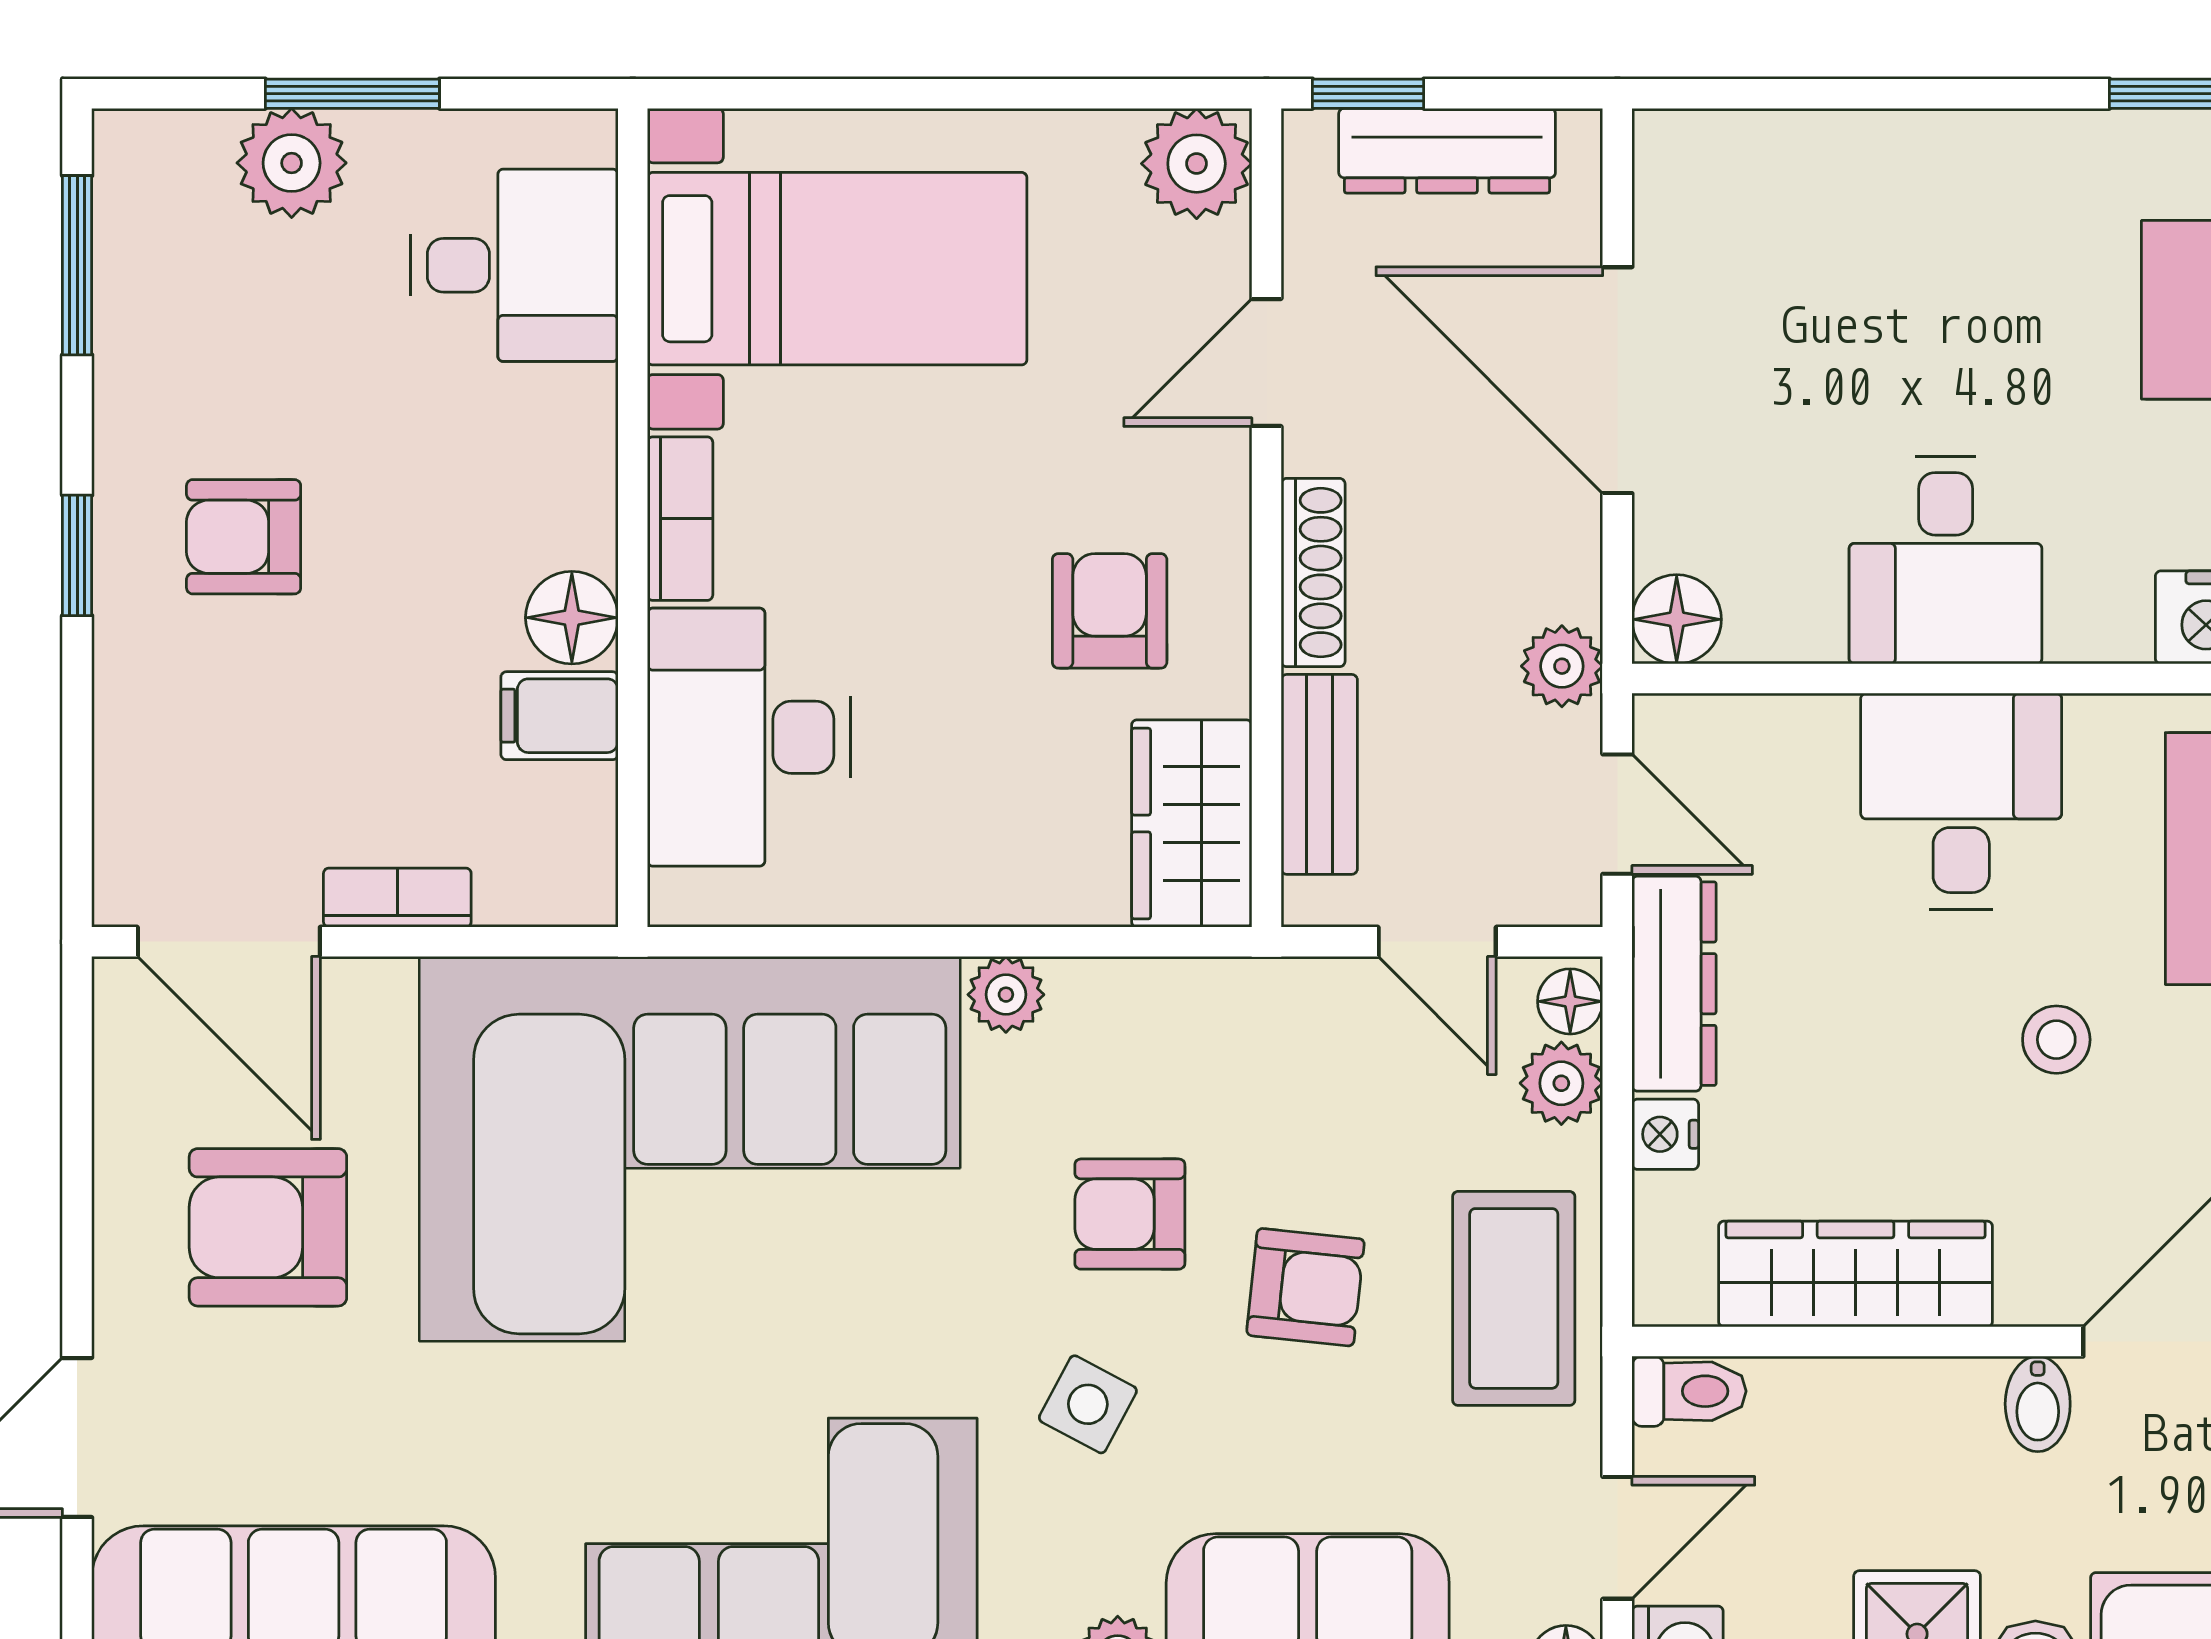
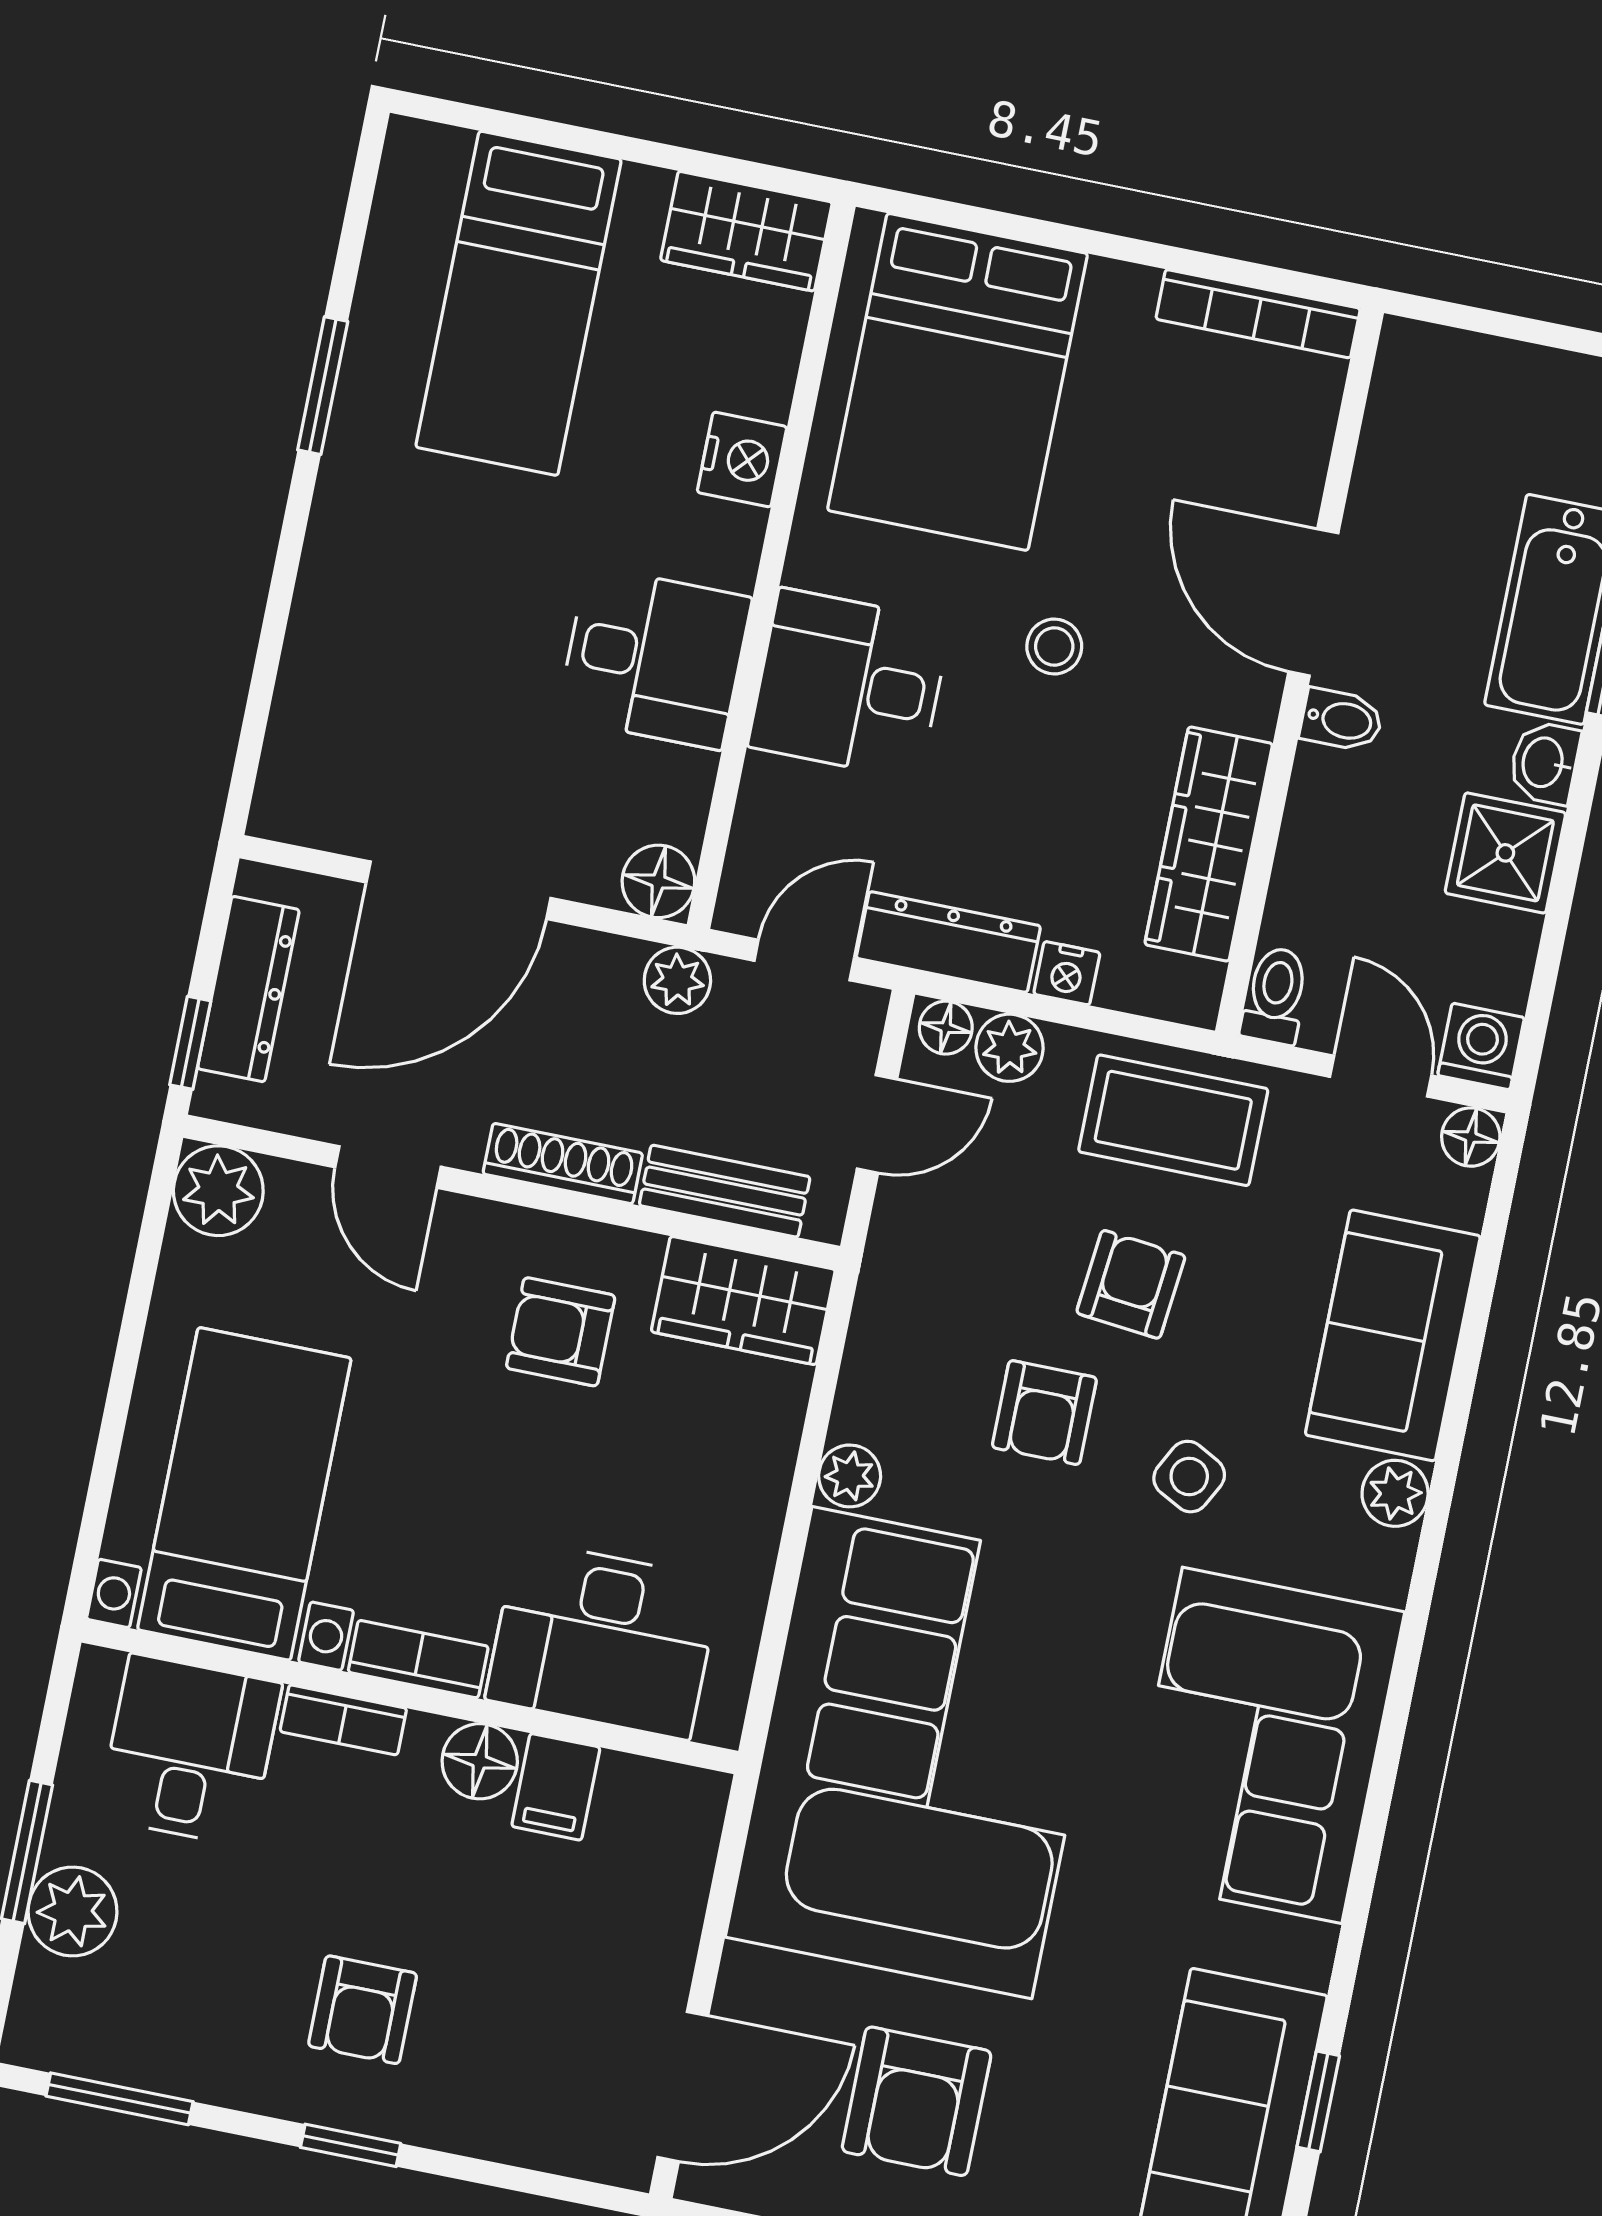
bookcase: (397, 898) -> (343, 1720), moved, turned -90

